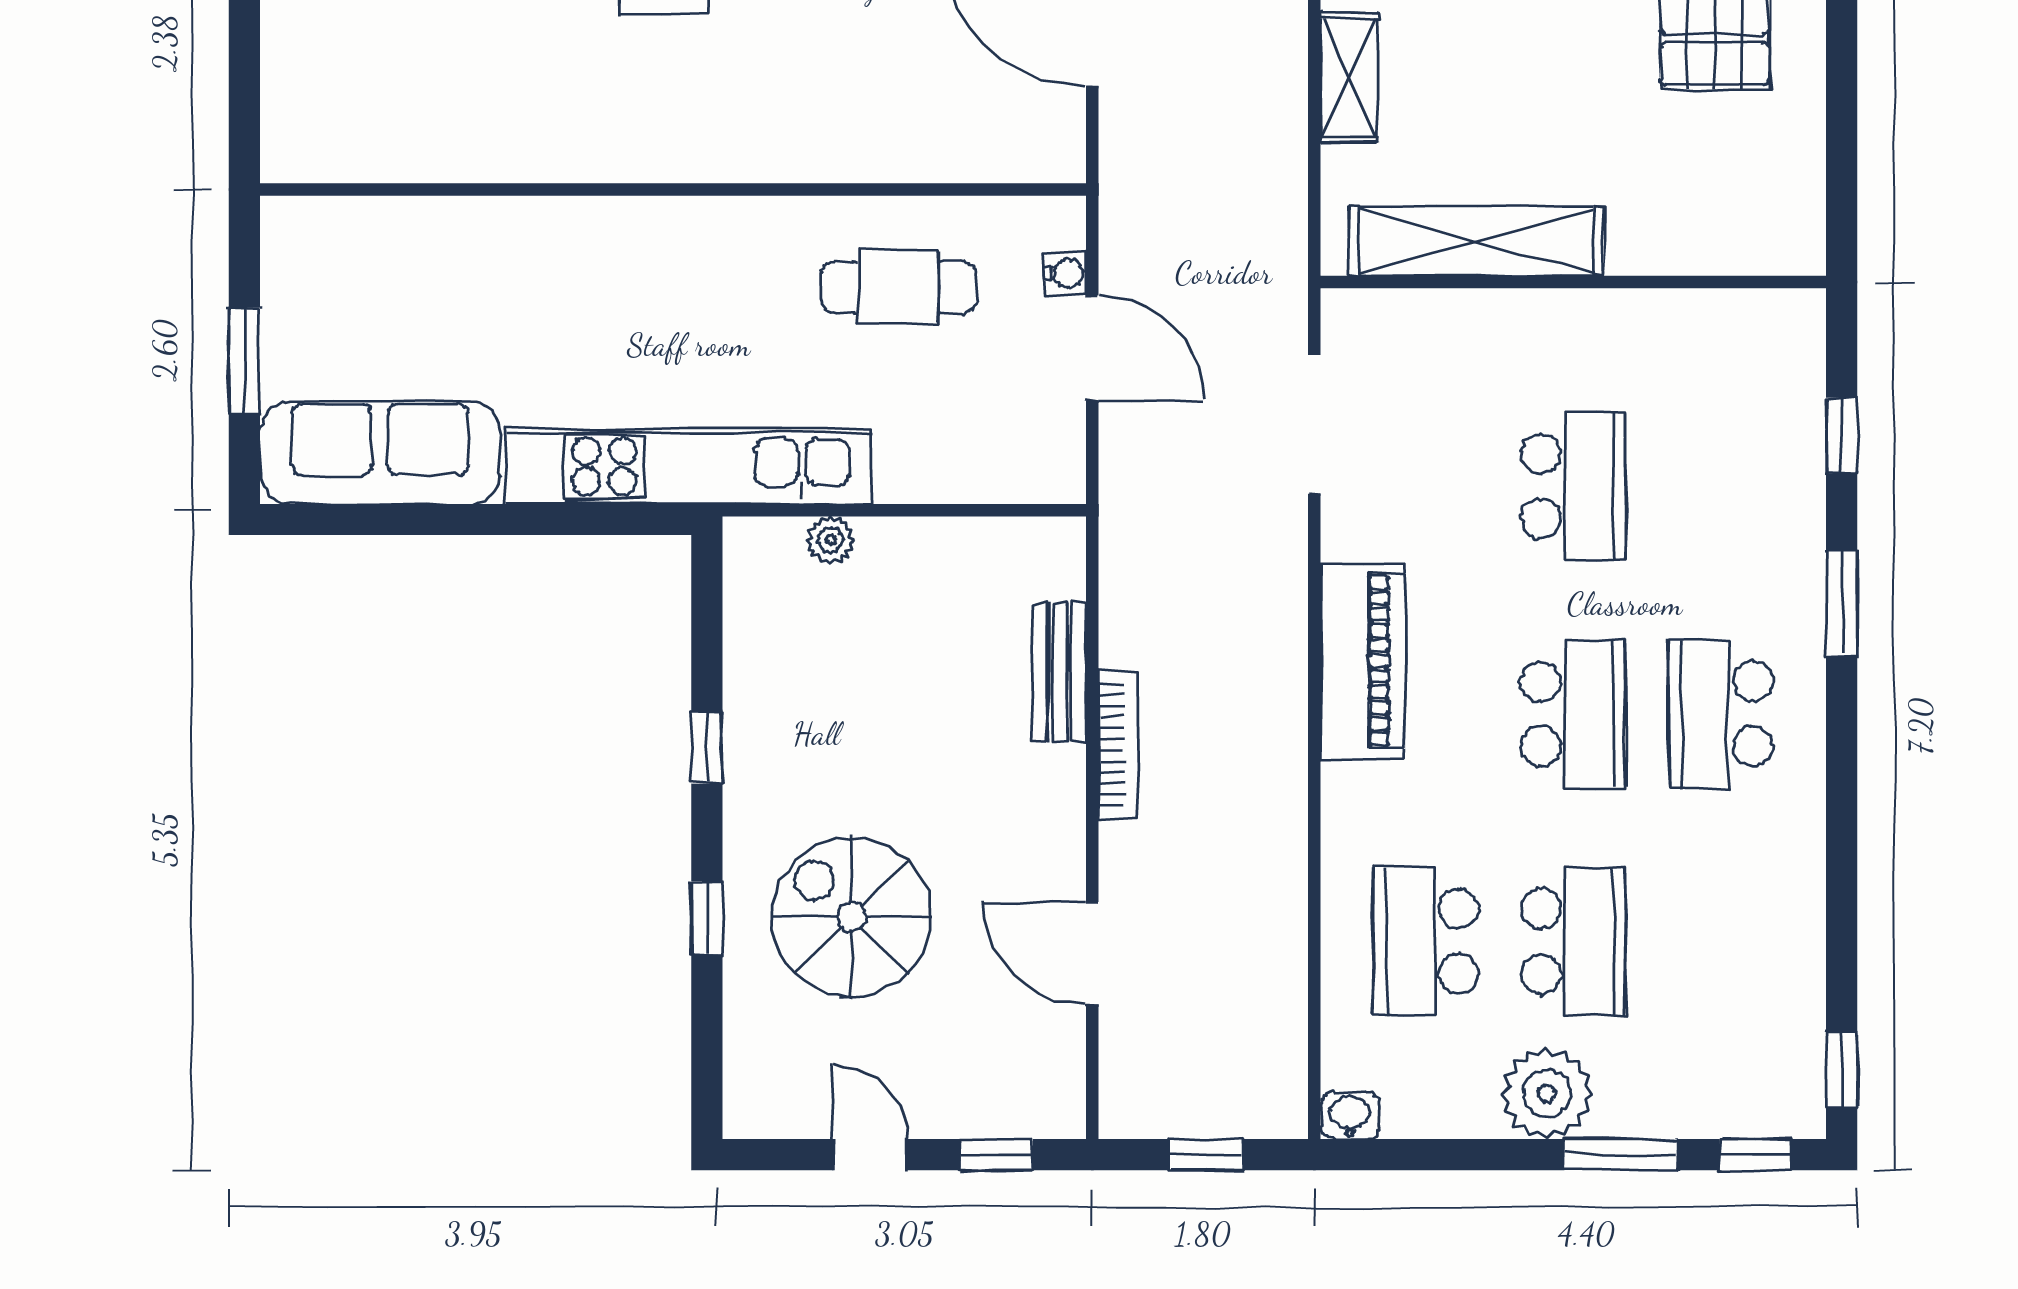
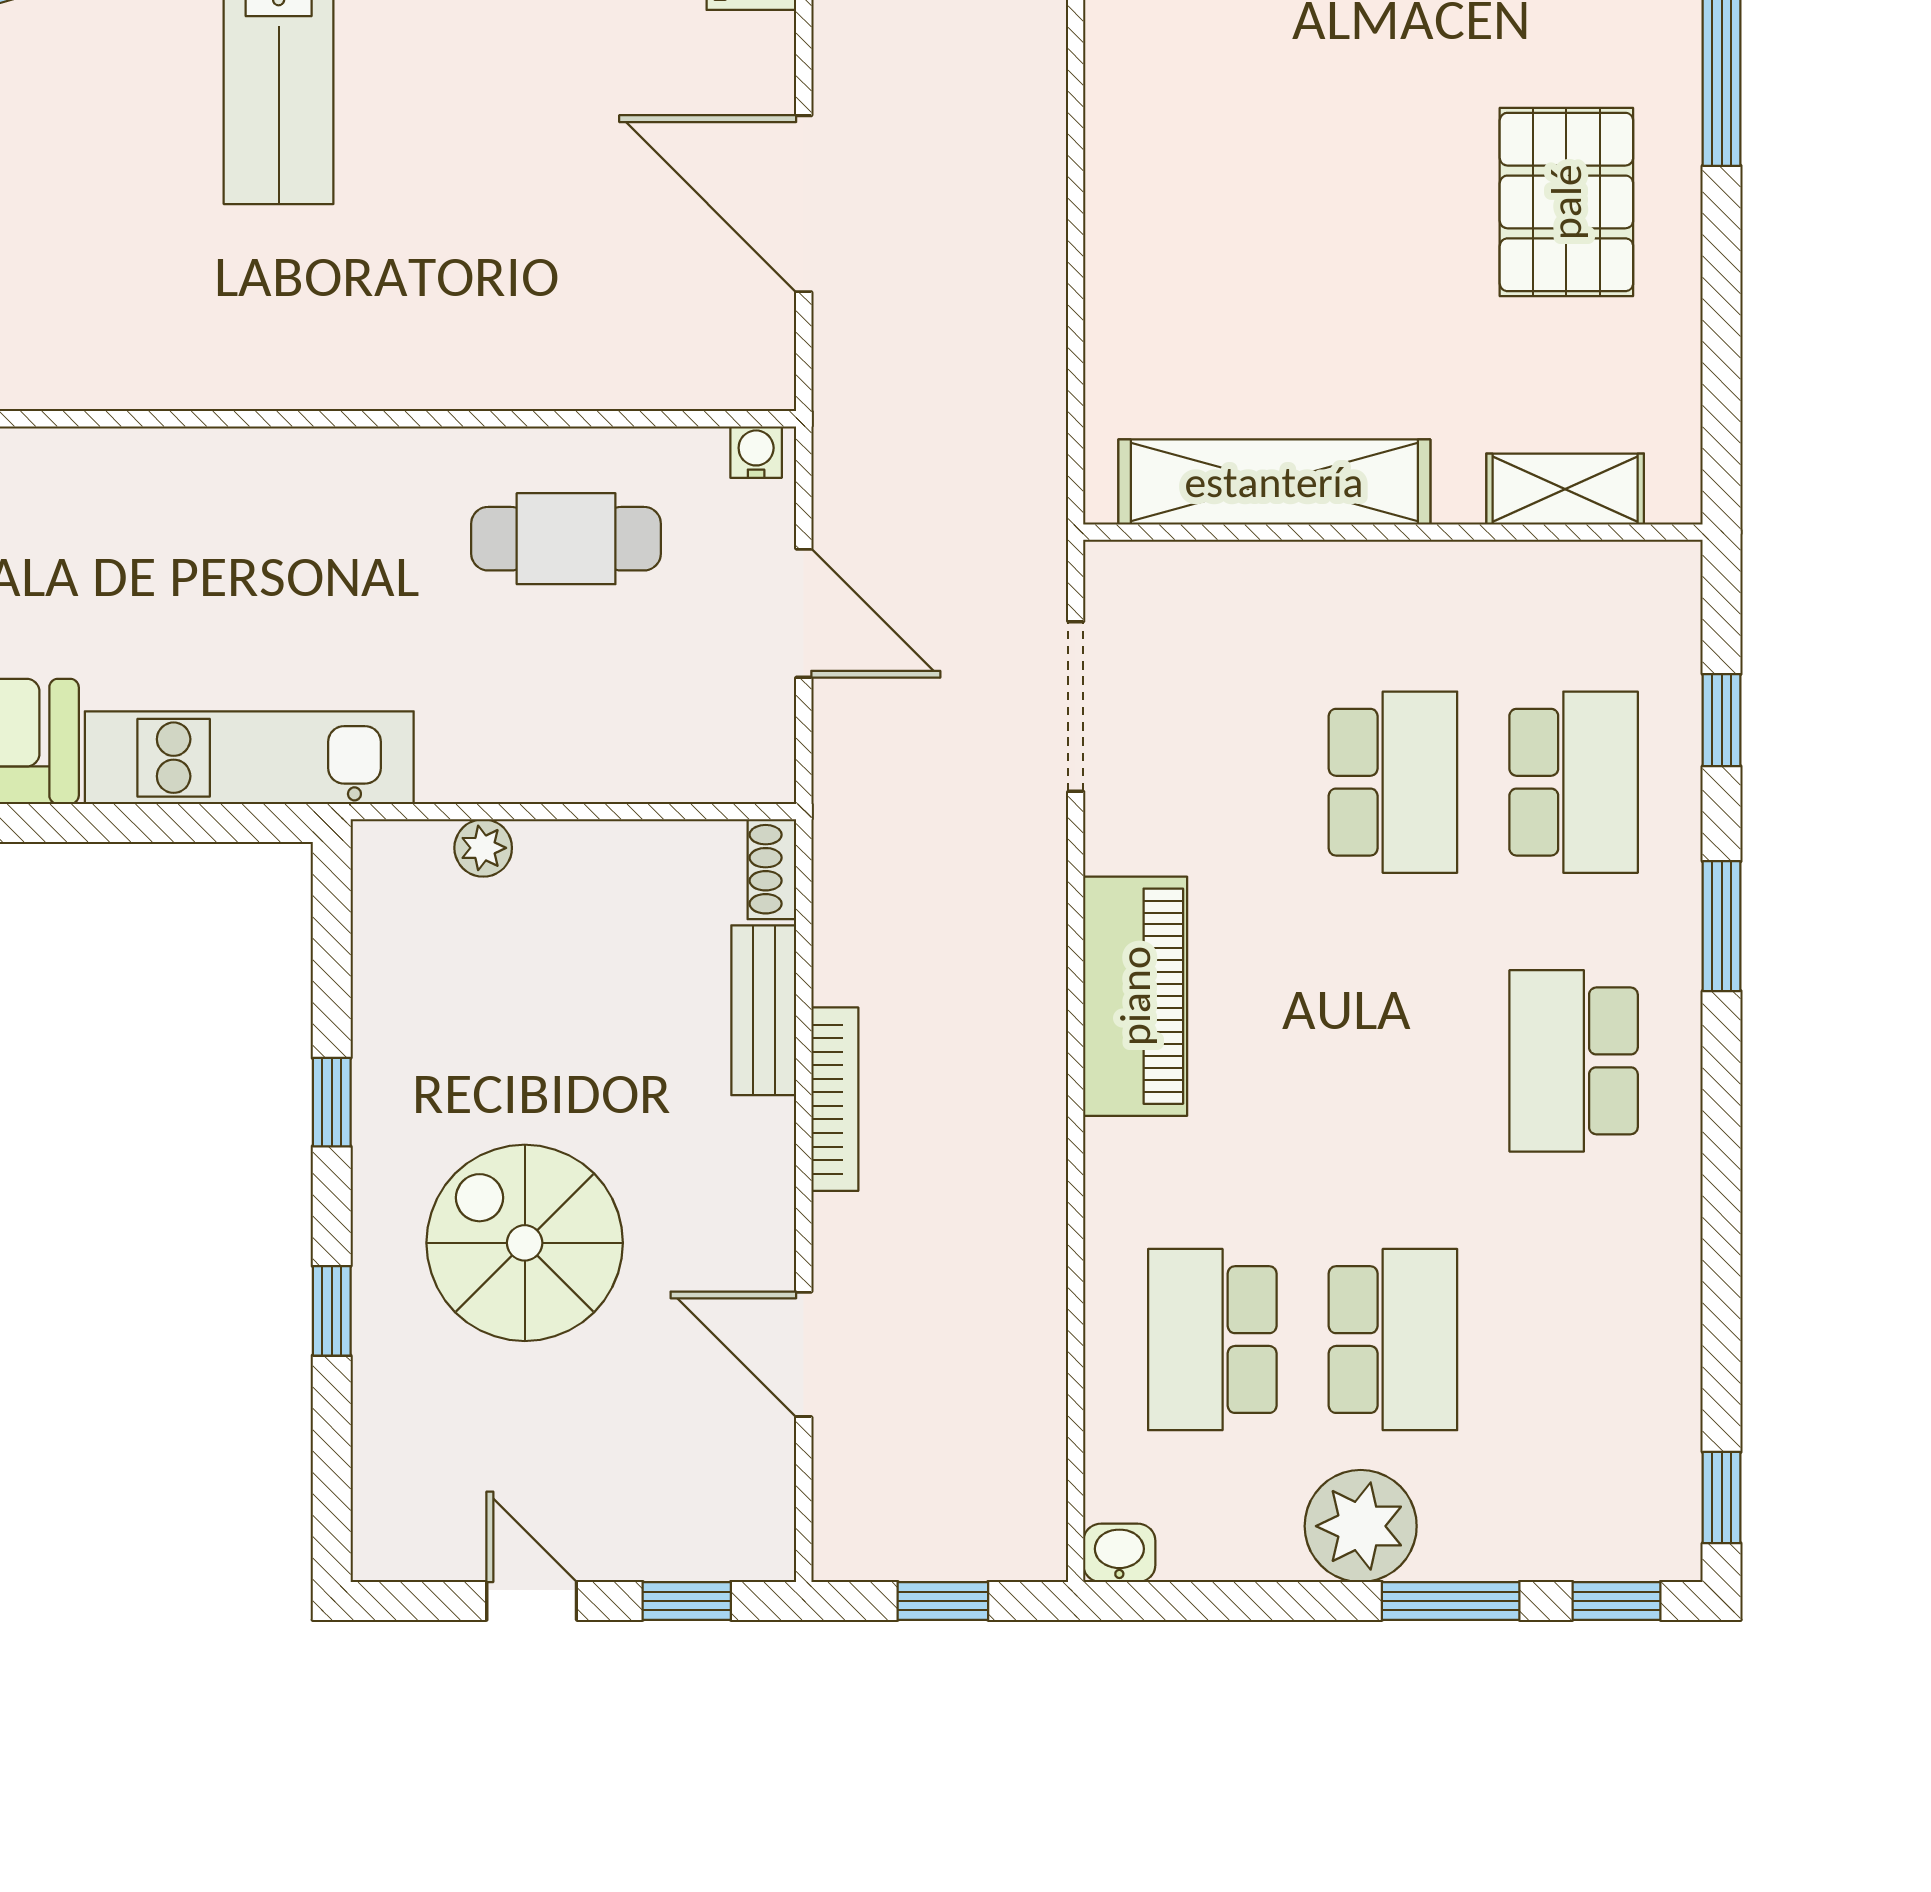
shelving: (1349, 77) -> (1565, 489), moved, turned 90
water cooler: (1065, 274) -> (756, 452), moved, turned -90
kitchen unit: (688, 466) -> (249, 758), width x0.73
shoe rack: (1066, 557) -> (772, 869), added
school desk: (1573, 714) -> (1574, 782), moved
spiral stairs: (851, 917) -> (525, 1243), moved

